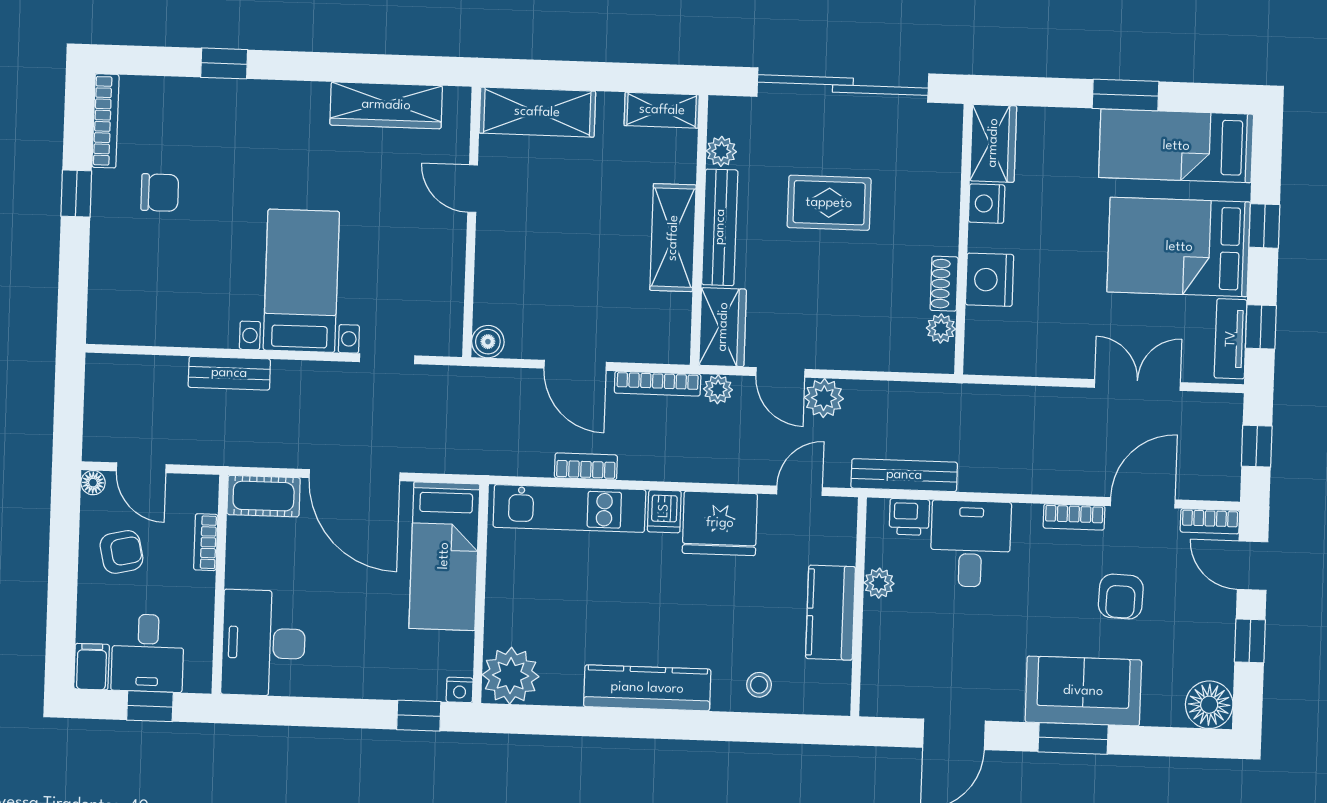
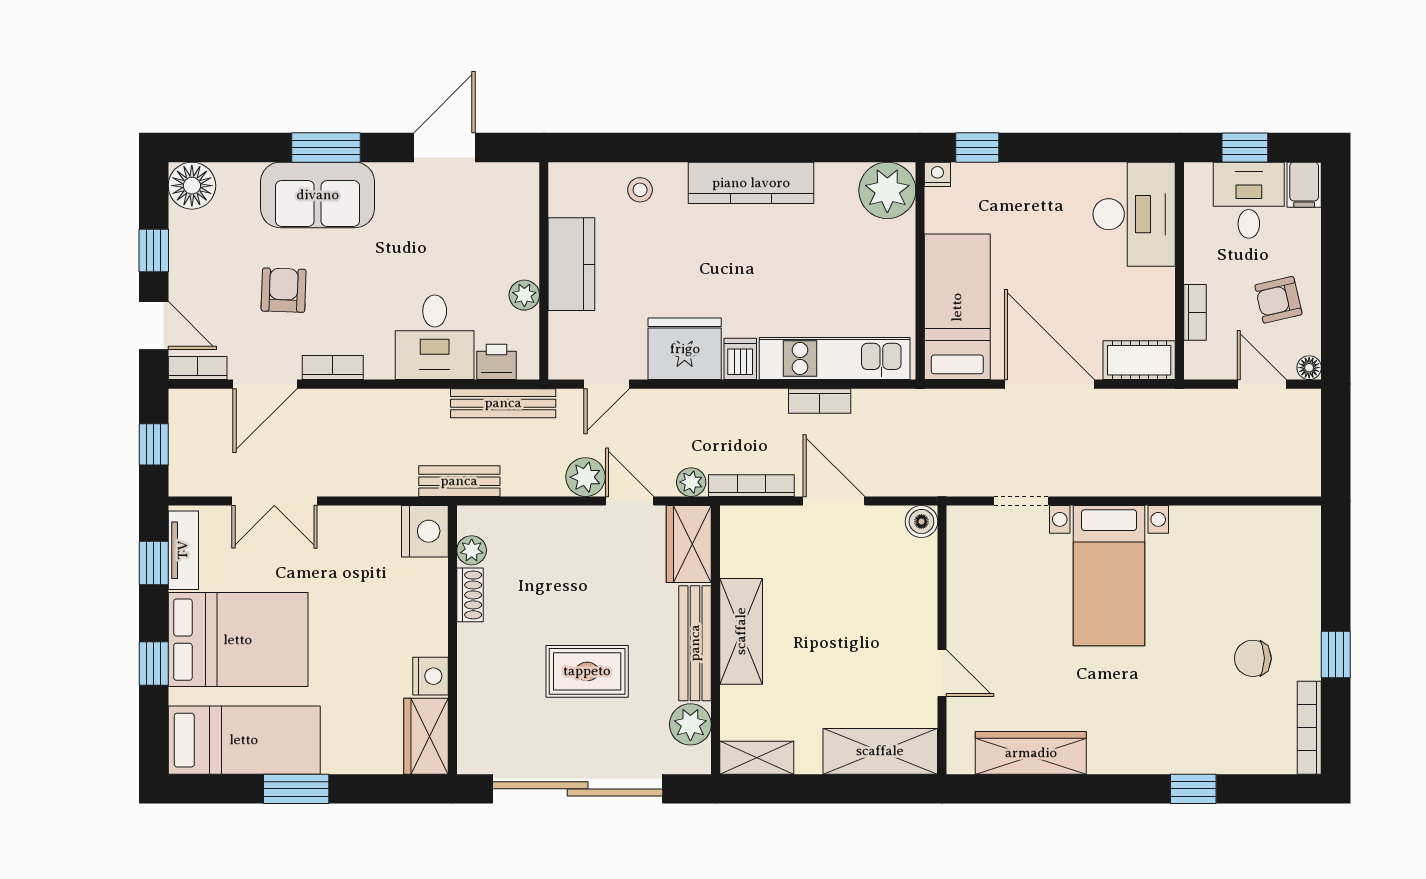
plant: (721, 151) -> (690, 724), width x1.38, depth x1.38
nightstand: (990, 280) -> (425, 531), moved
bench: (229, 373) -> (459, 481), moved

